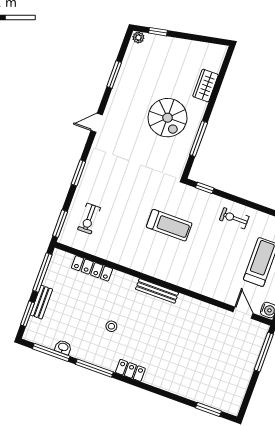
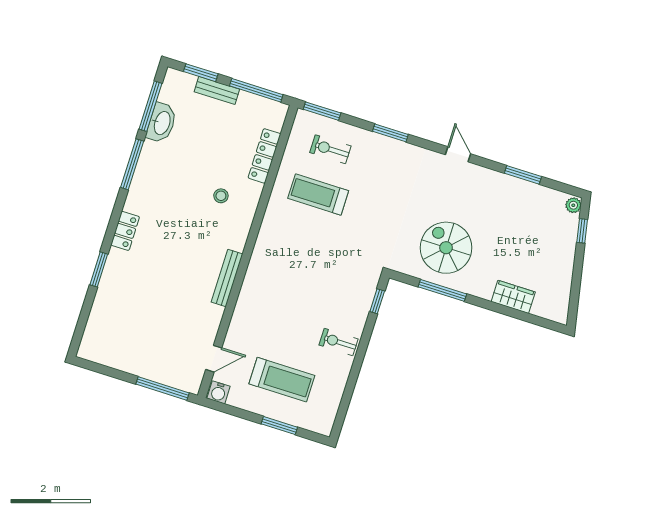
spiral stairs: (168, 118) -> (446, 248), moved, turned 90
exercise bike: (234, 218) -> (339, 342), turned -90
treadmill: (169, 225) -> (318, 194), moved, turned 90
bench: (157, 291) -> (227, 278), moved
stool: (111, 326) -> (221, 196), moved
washbasin: (63, 347) -> (162, 123), width x1.91, depth x1.45
locker: (130, 370) -> (125, 231), moved
window: (209, 409) -> (99, 269), moved

